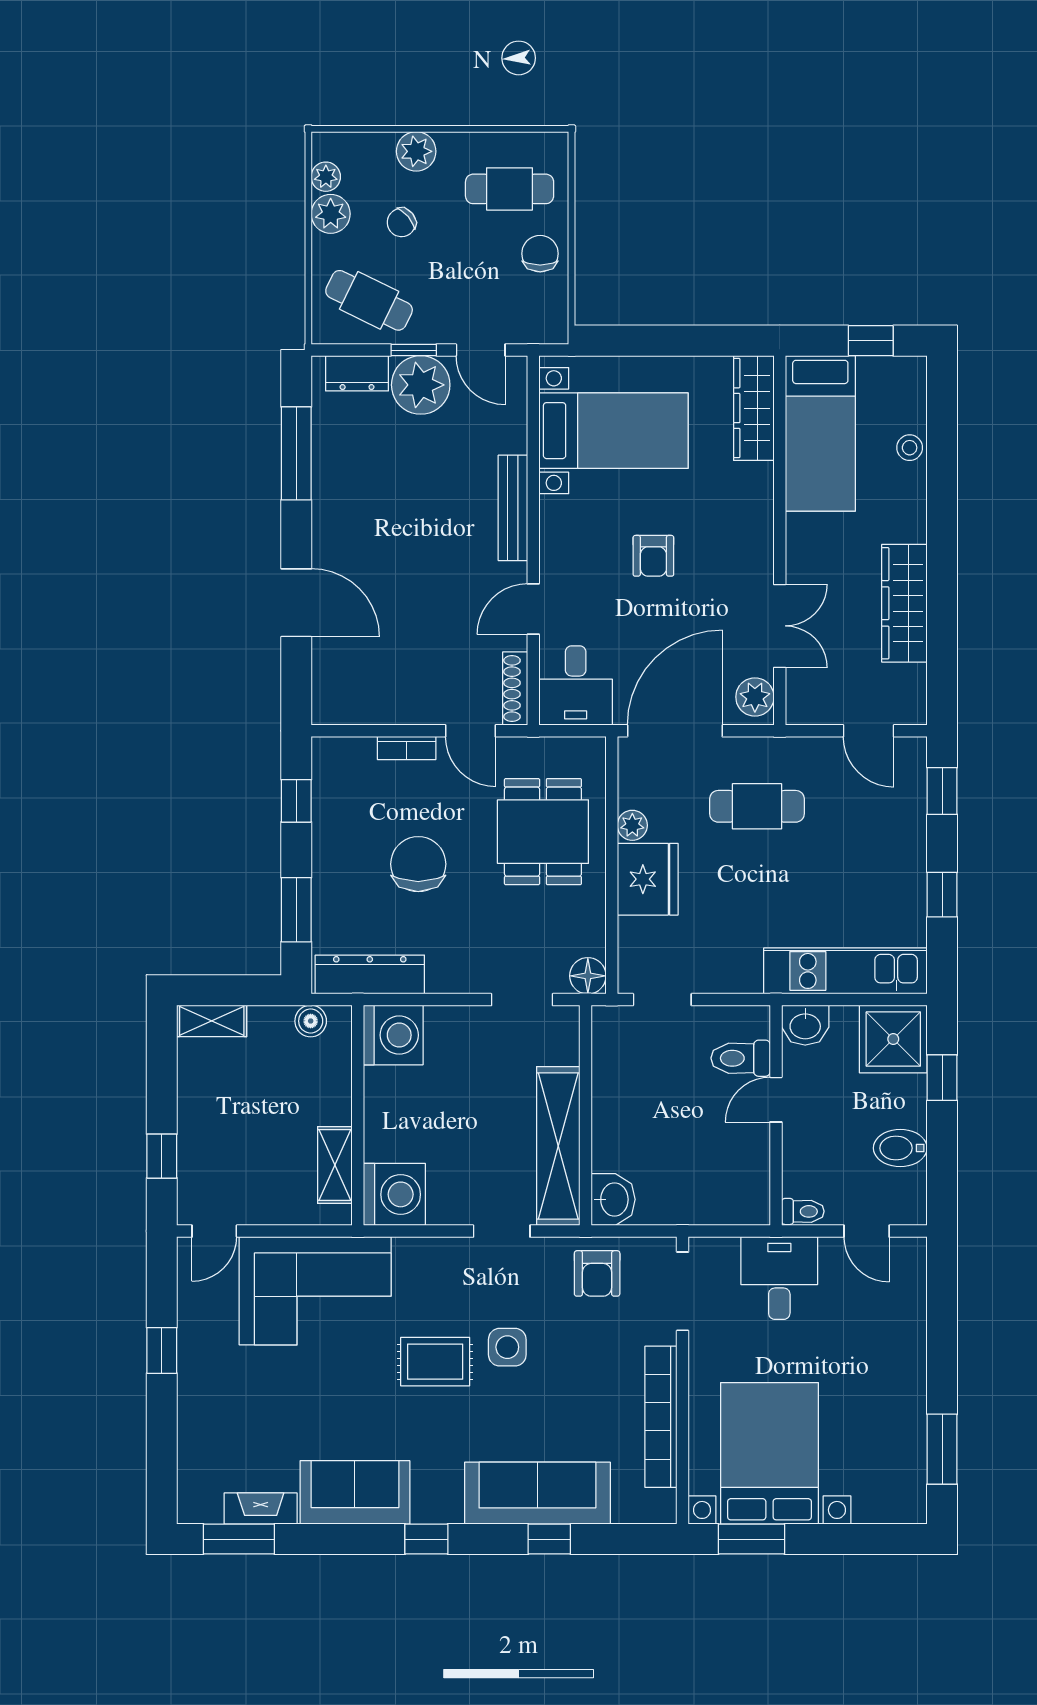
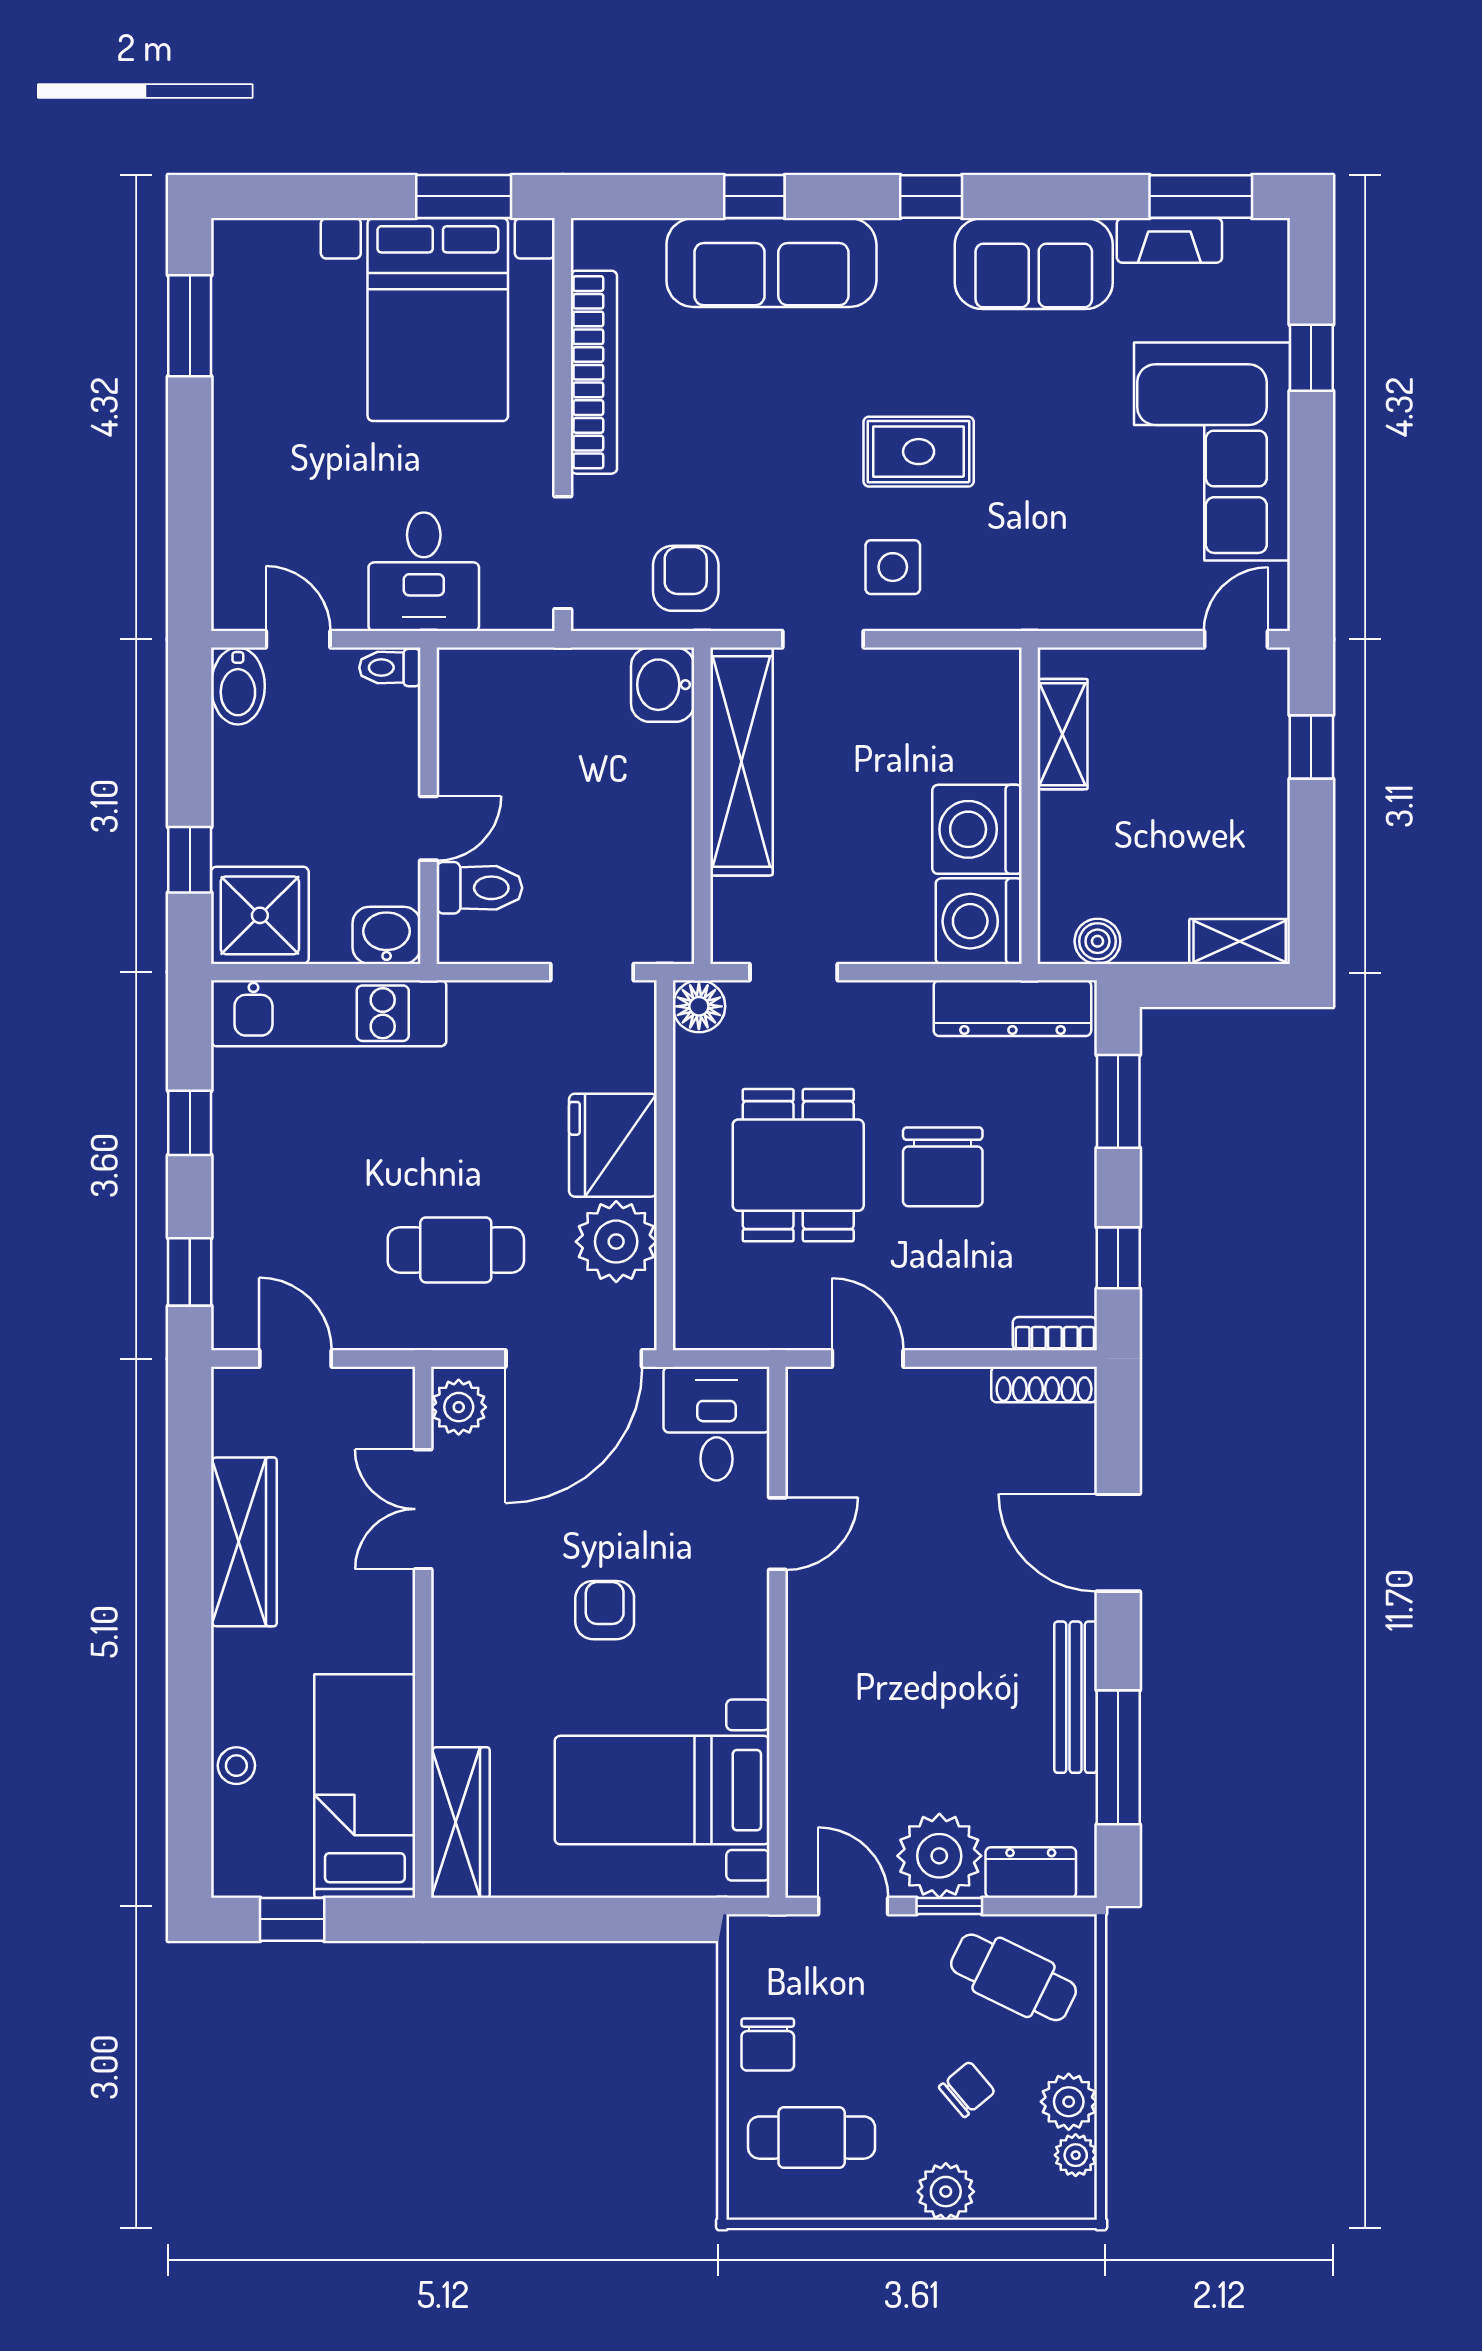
bench: (513, 508) -> (1076, 1697), moved
shoe rack: (515, 689) -> (1044, 1384), moved, turned 90
bookcase: (407, 748) -> (1055, 1334), moved
plant: (632, 825) -> (616, 1242), width x1.87, depth x1.87
dining table: (543, 832) -> (798, 1165), moved
bidet: (900, 1148) -> (238, 686), moved, turned 90
washing machine: (394, 1194) -> (977, 829), moved
corner sofa: (315, 1291) -> (1212, 451), moved, turned -90
side table: (507, 1347) -> (893, 567), moved
window: (162, 1350) -> (1311, 358), moved

